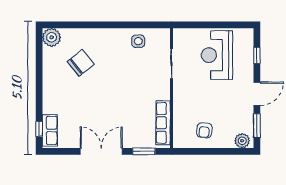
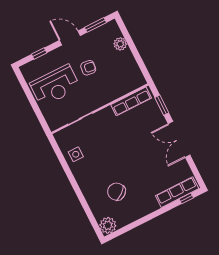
row of seats: (50, 130) -> (177, 192), width x1.48
armchair: (204, 130) -> (88, 68), moved
plant: (242, 141) -> (120, 44), moved

